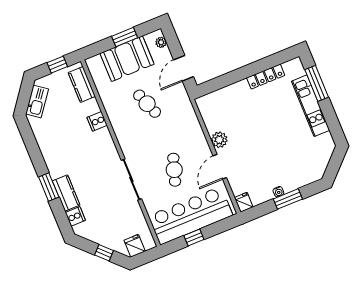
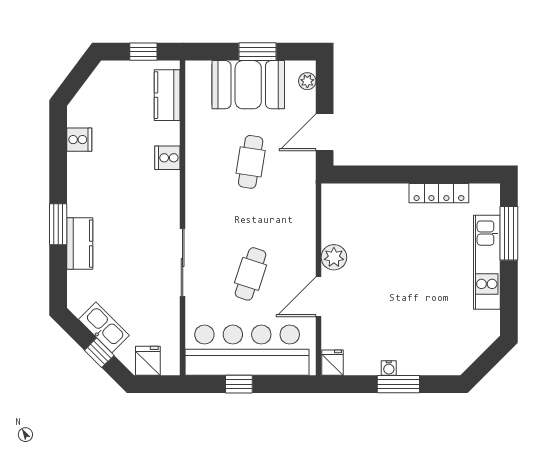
kitchen sink: (37, 101) -> (104, 327), moved, turned -82
cafe table: (147, 104) -> (251, 162), turned 30
cooker: (75, 216) -> (79, 140), moved

